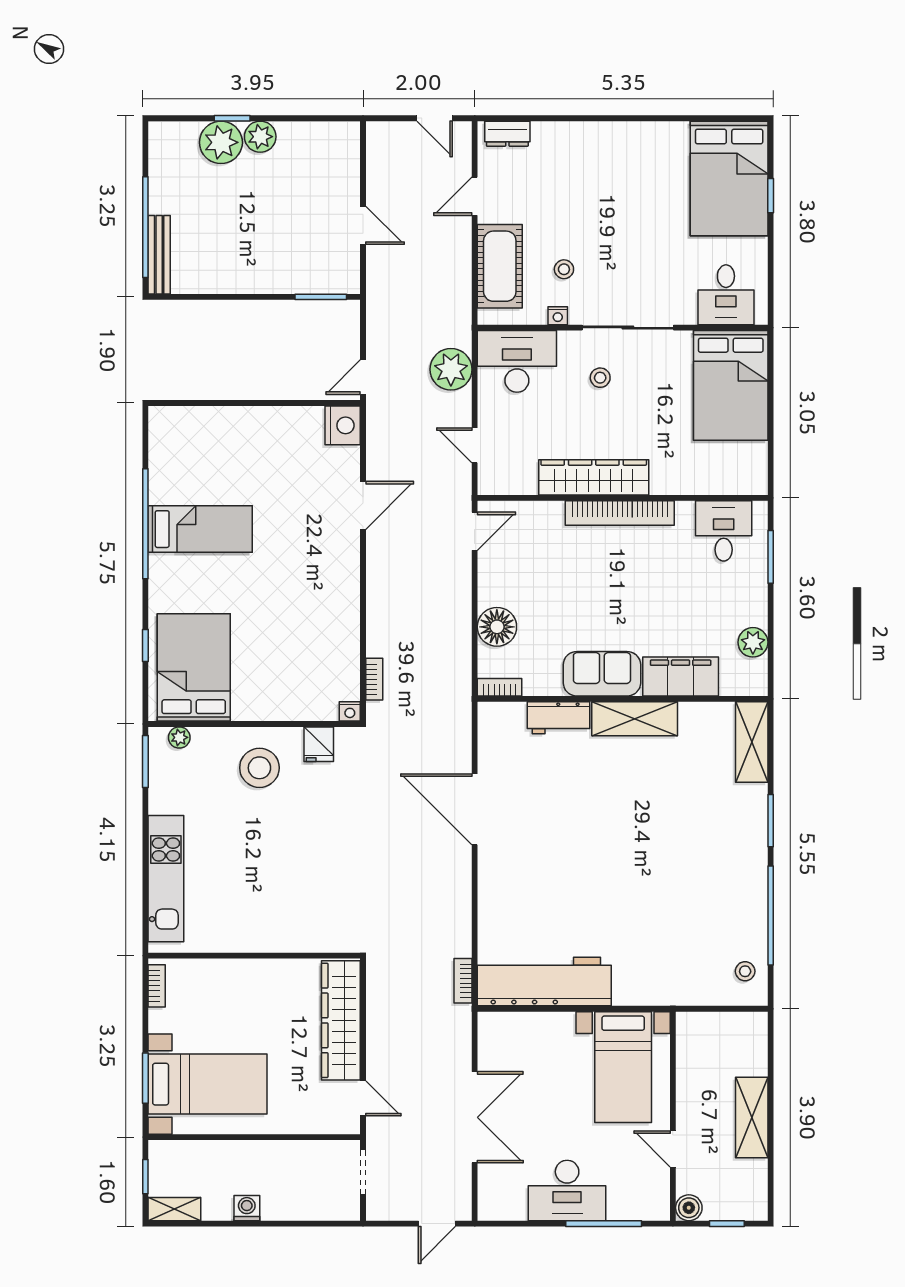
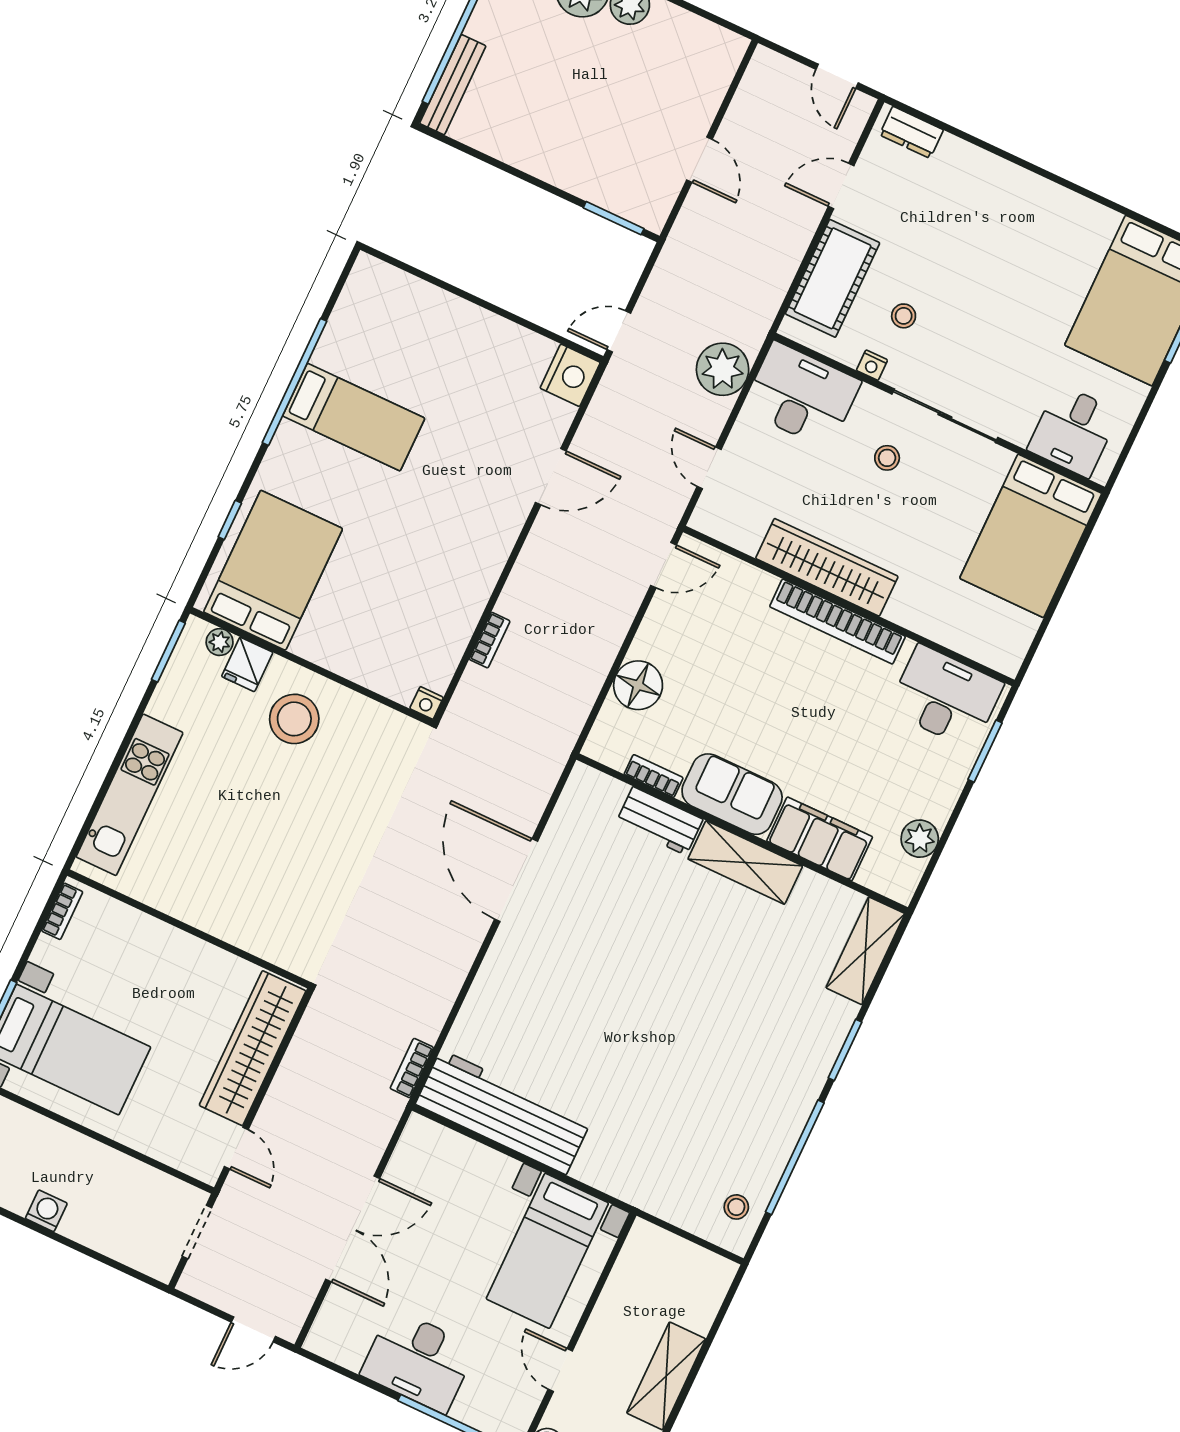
desk: (724, 531) -> (946, 697), width x1.37
bookcase: (374, 679) -> (490, 640), moved
bookcase: (500, 687) -> (654, 776), moved
fridge: (319, 744) -> (247, 664), moved

